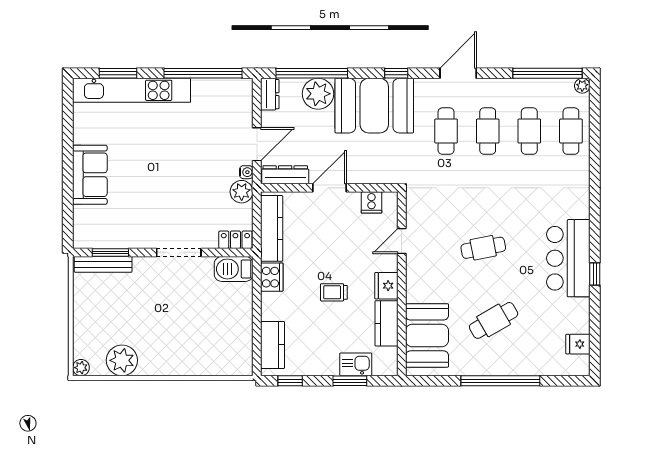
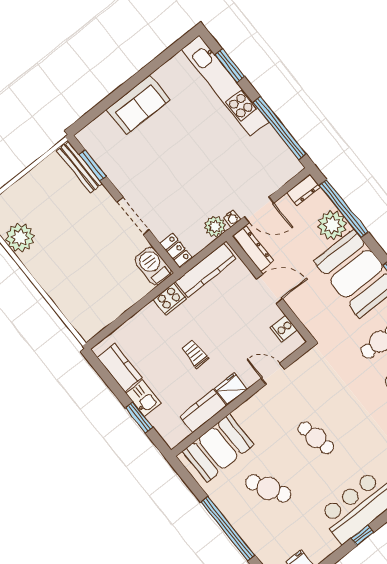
kitchen counter: (273, 345) -> (120, 368), moved, turned -90
kitchen sink: (356, 364) -> (143, 398), moved
window: (290, 381) -> (104, 374), removed

